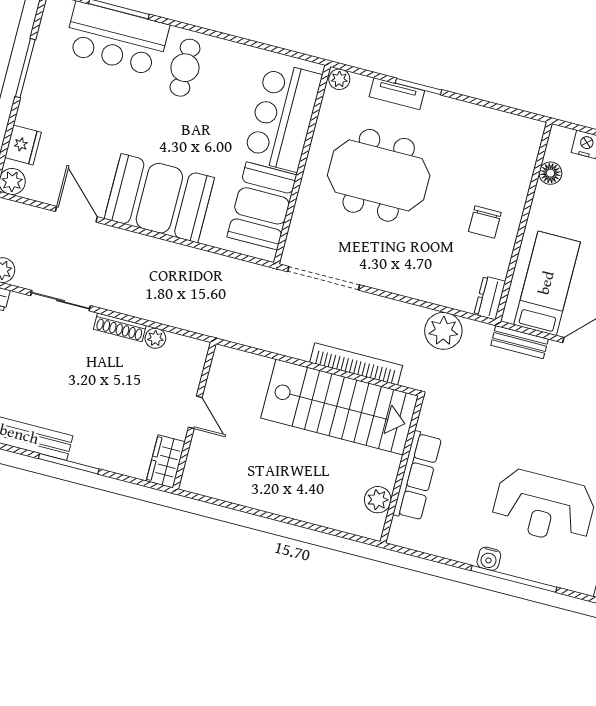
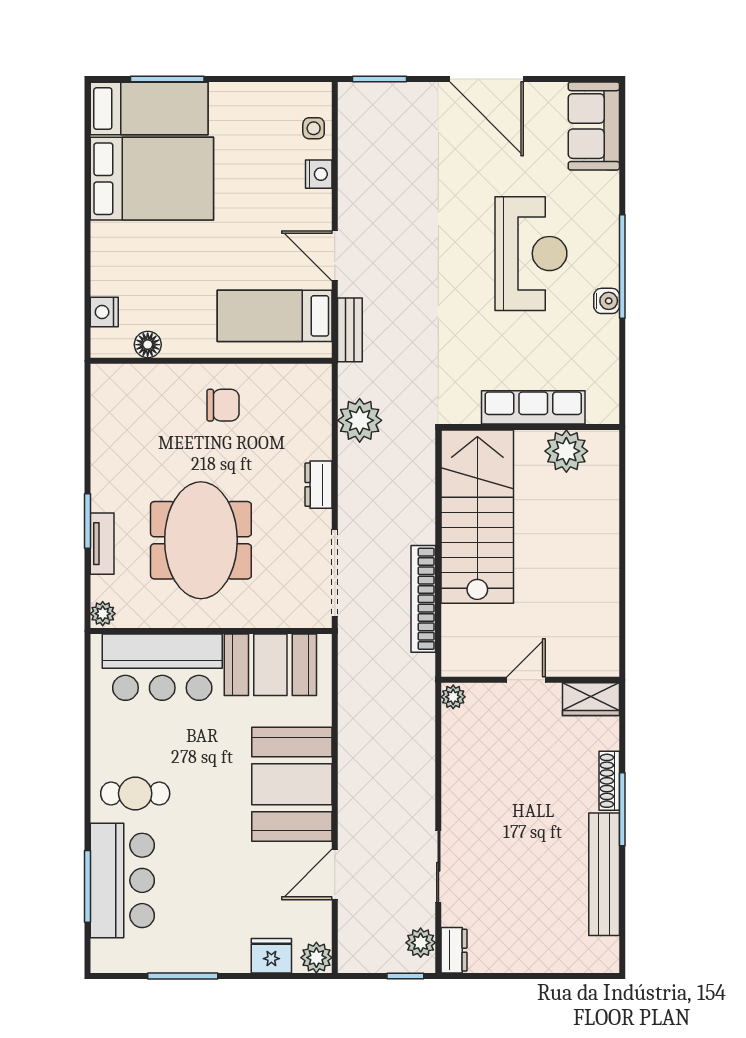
dresser: (490, 298) -> (319, 485), moved, turned 90
shoe rack: (120, 327) -> (609, 781), moved, turned 180
plant: (155, 338) -> (453, 697), moved
bookcase: (356, 364) -> (423, 599), moved
plant: (378, 500) -> (566, 451), width x1.36, depth x1.36

